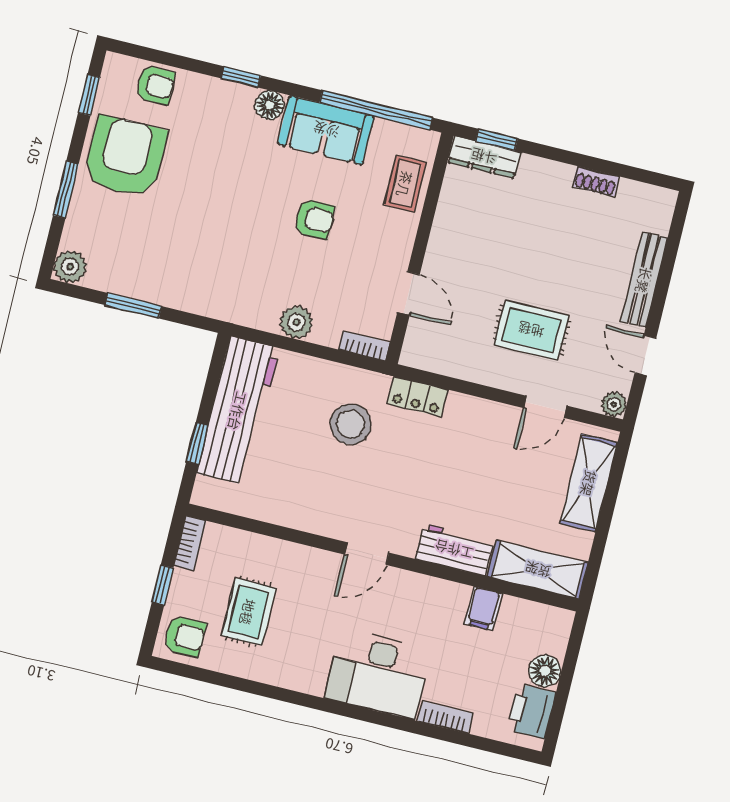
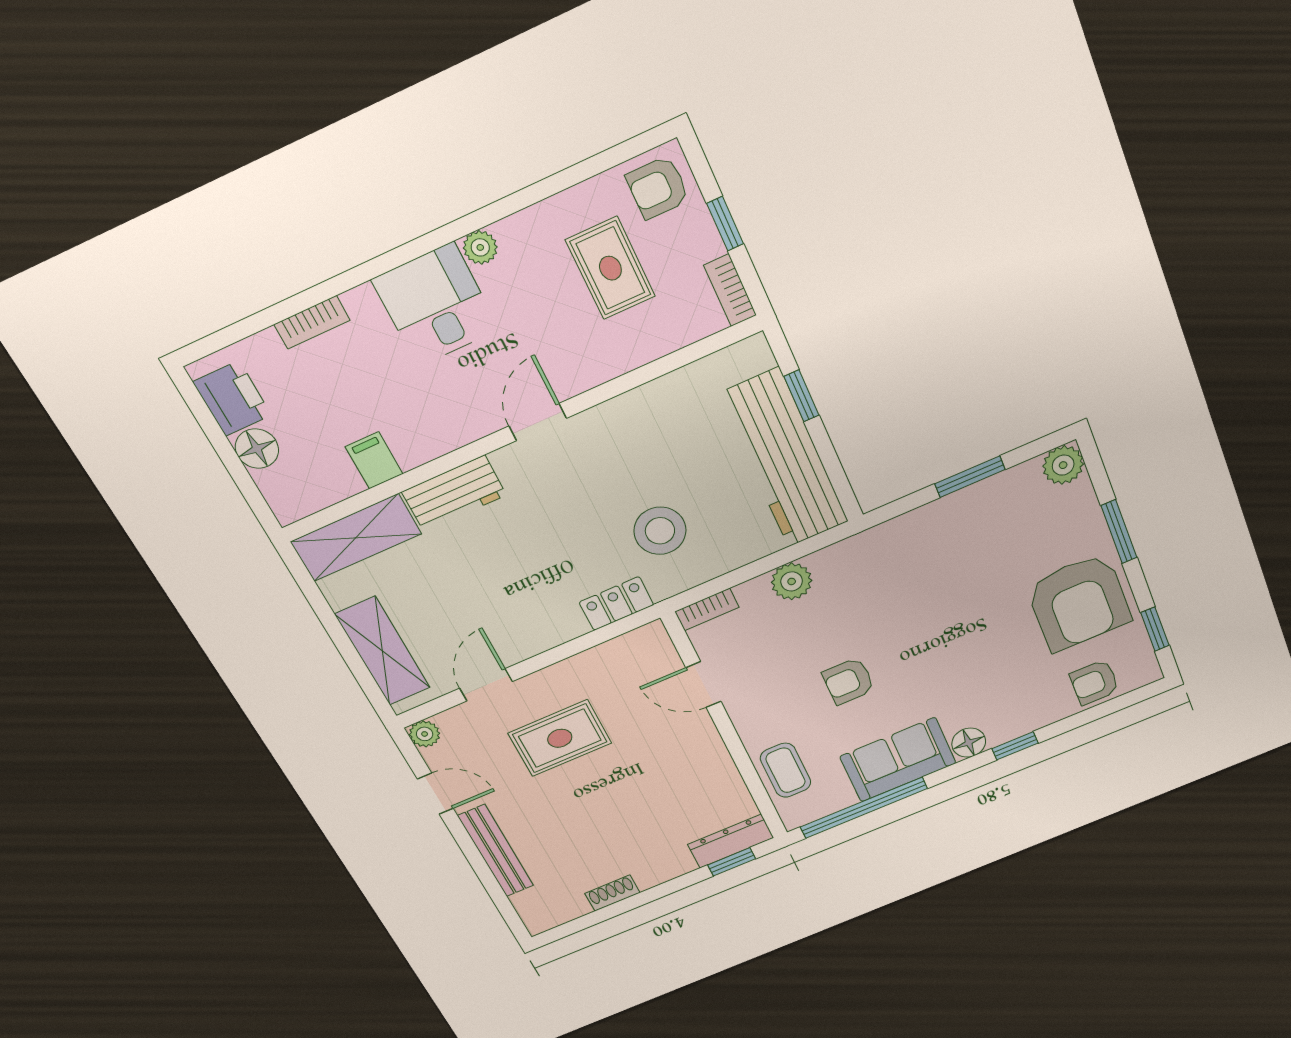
desk: (378, 674) -> (436, 305), width x0.73
plant: (313, 683) -> (480, 247), added

